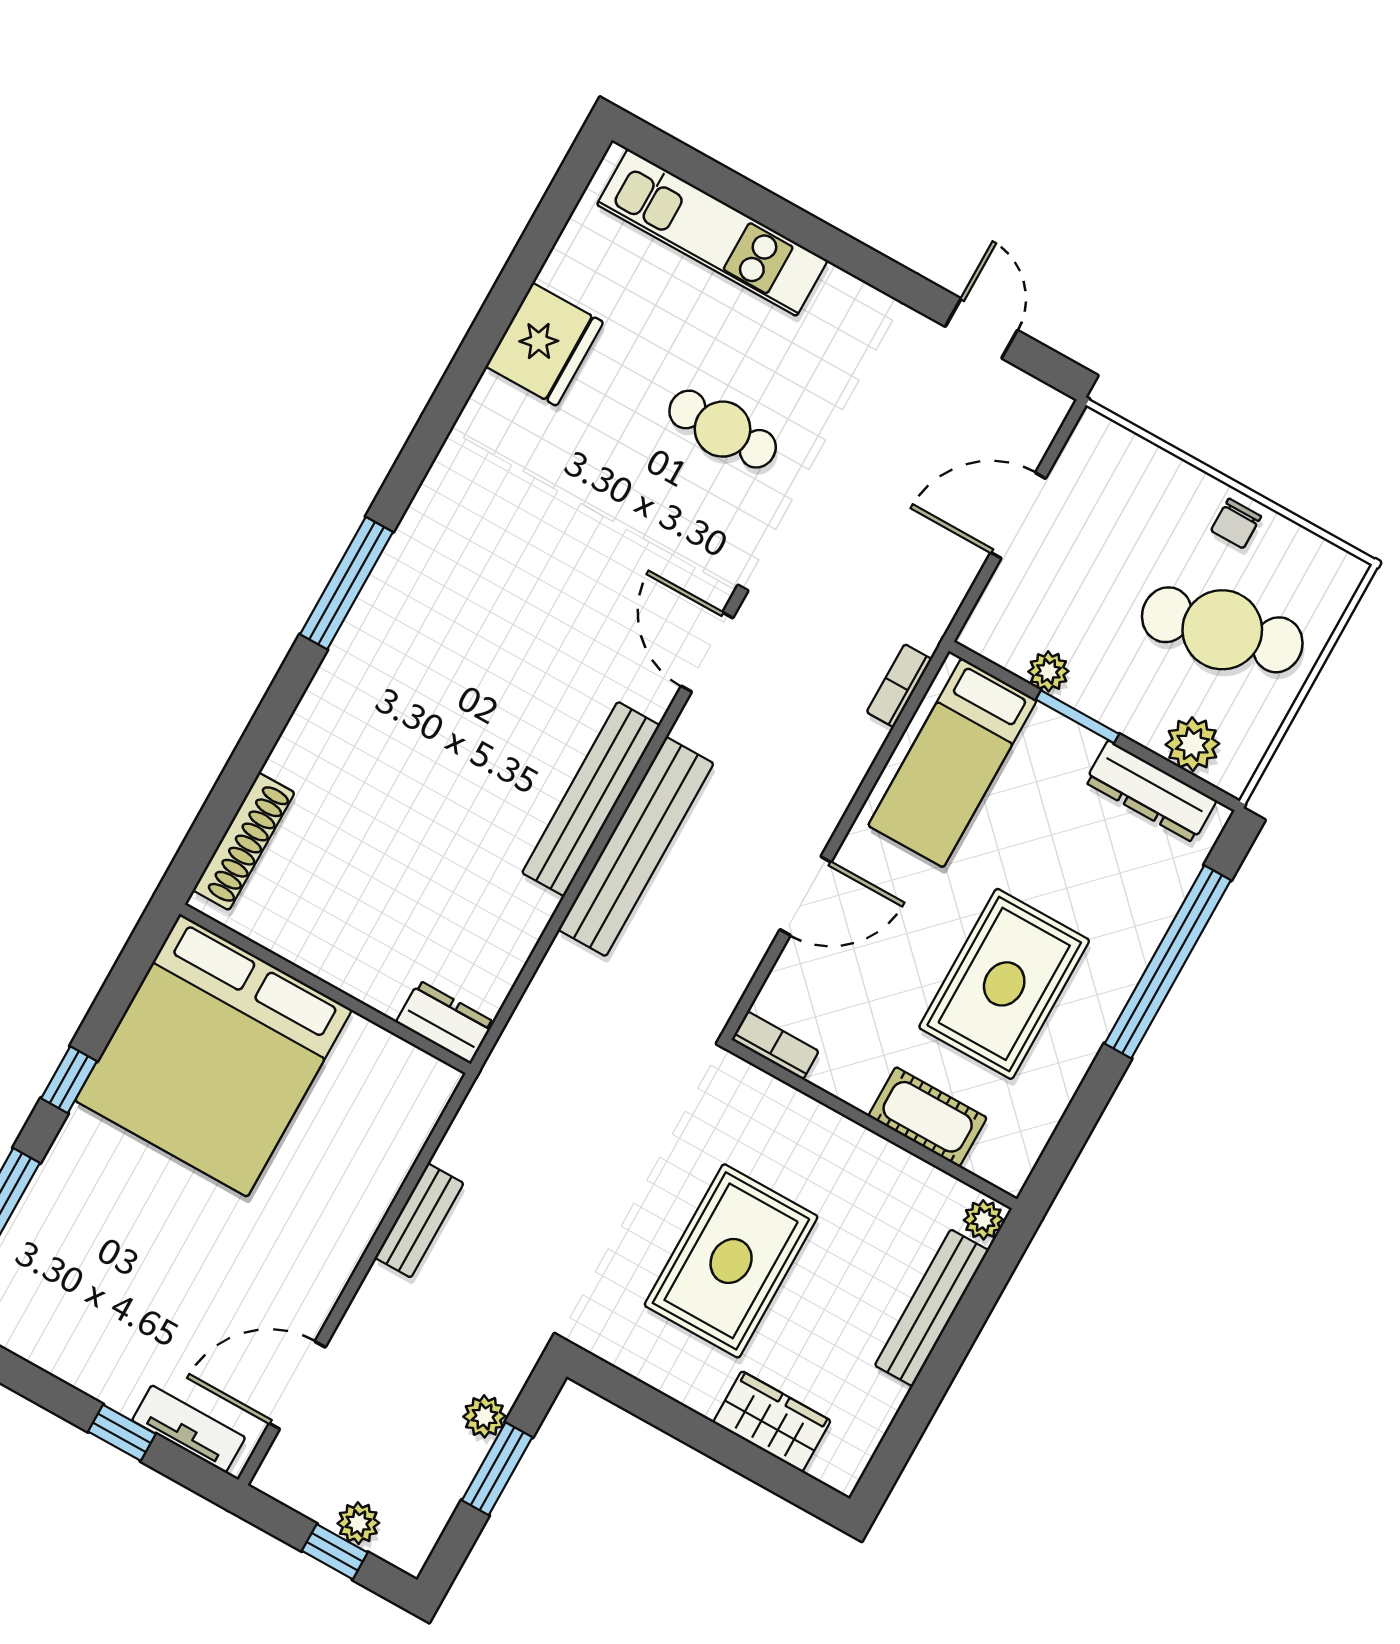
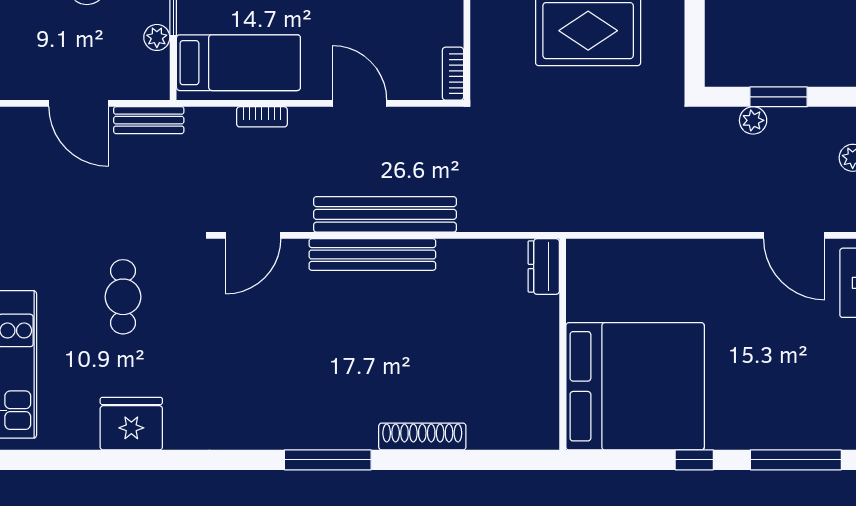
bookcase: (899, 686) -> (262, 117), moved
shoe rack: (244, 841) -> (422, 437), moved
bench: (419, 1220) -> (149, 120), moved

